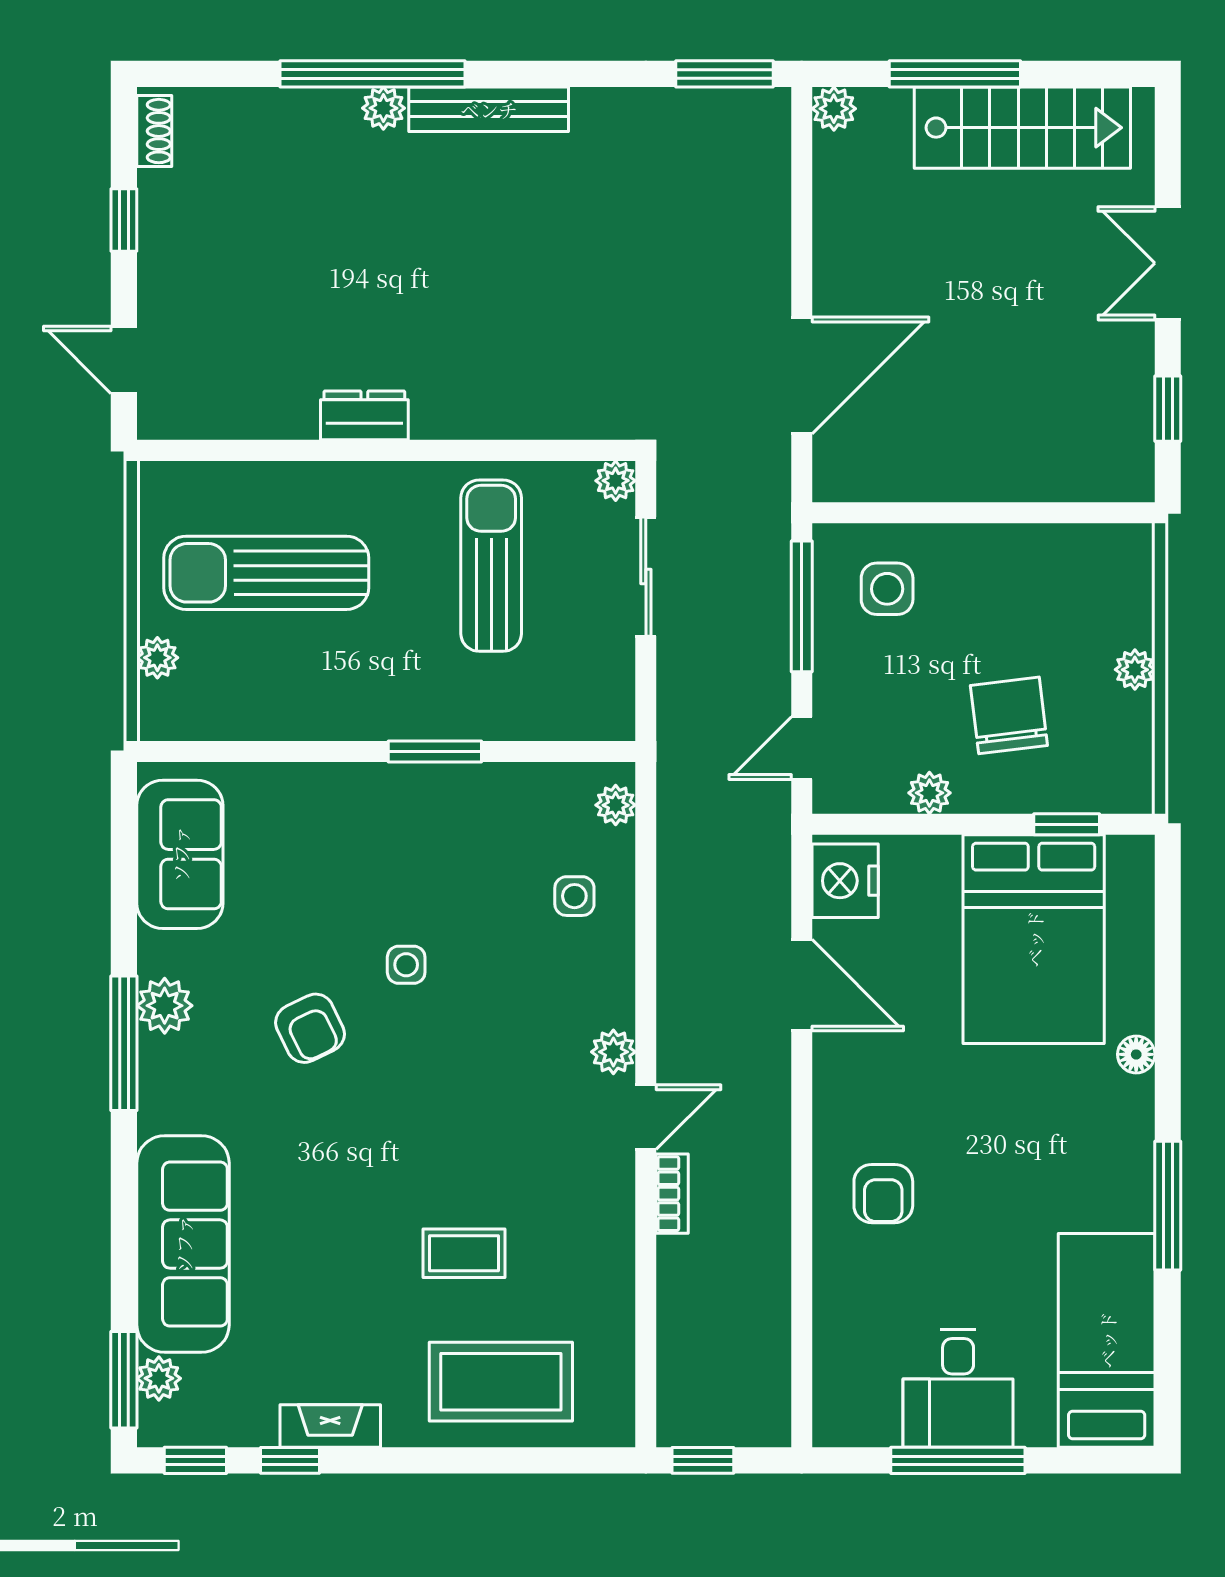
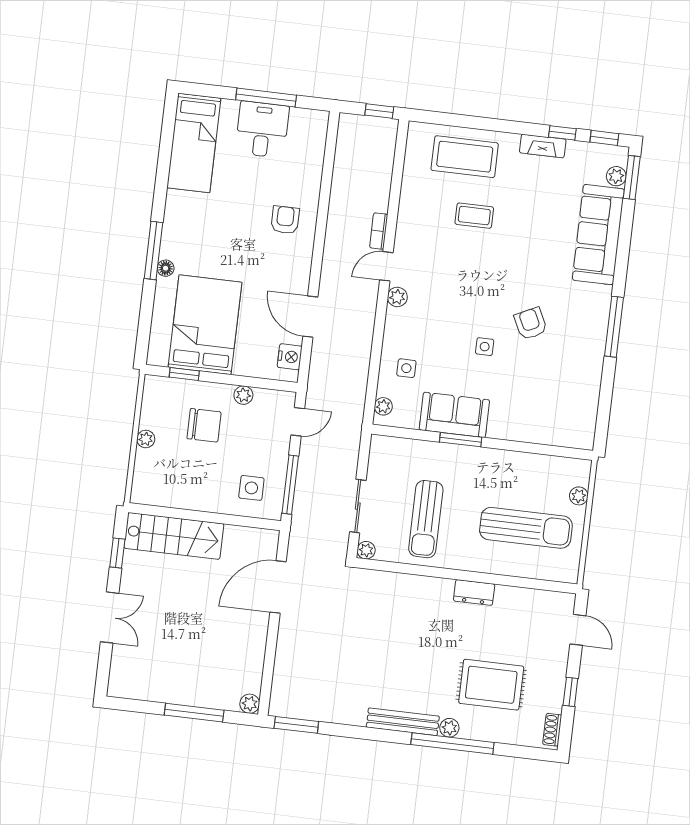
stairs: (1022, 128) -> (174, 536), moved, turned 180
rug: (302, 215) -> (491, 685), added
chair: (1009, 715) -> (204, 425), turned -83
sofa: (180, 854) -> (454, 415), moved, turned 90
nightstand: (845, 881) -> (290, 357), width x0.74, depth x0.75
plant: (165, 1006) -> (594, 341), removed
window: (1168, 1206) -> (153, 250), moved

